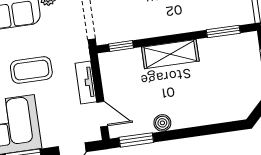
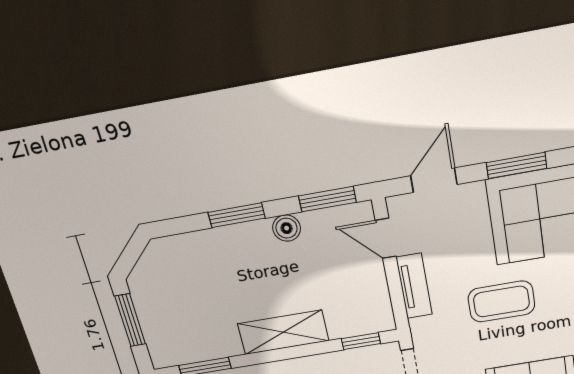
window: (192, 132) -> (237, 215), added

